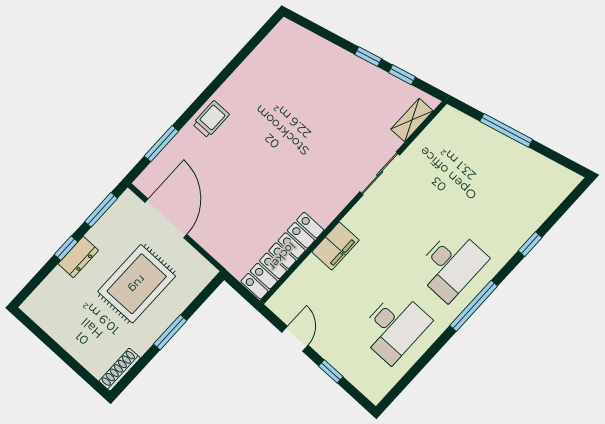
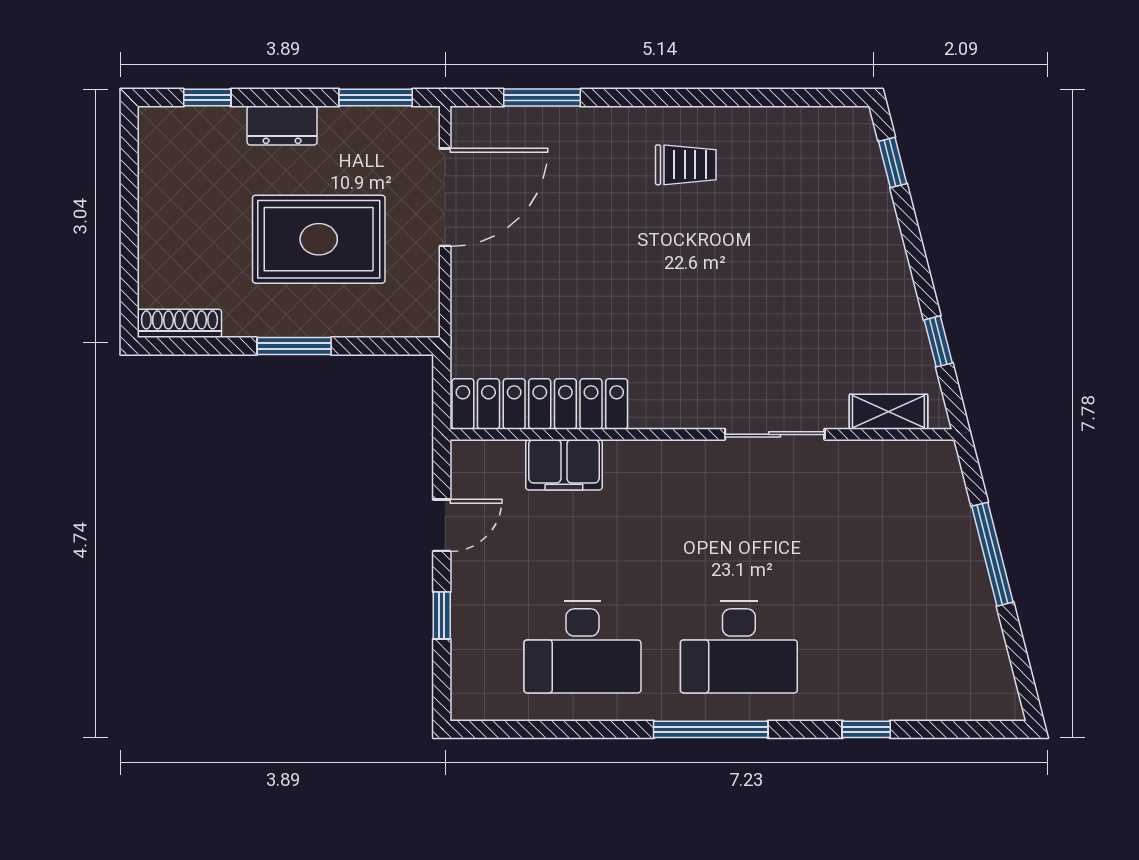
window: (368, 57) -> (893, 162), moved
trolley: (211, 119) -> (686, 165), moved
filing cabinet: (335, 246) -> (564, 465), moved
window: (66, 248) -> (207, 98), moved

